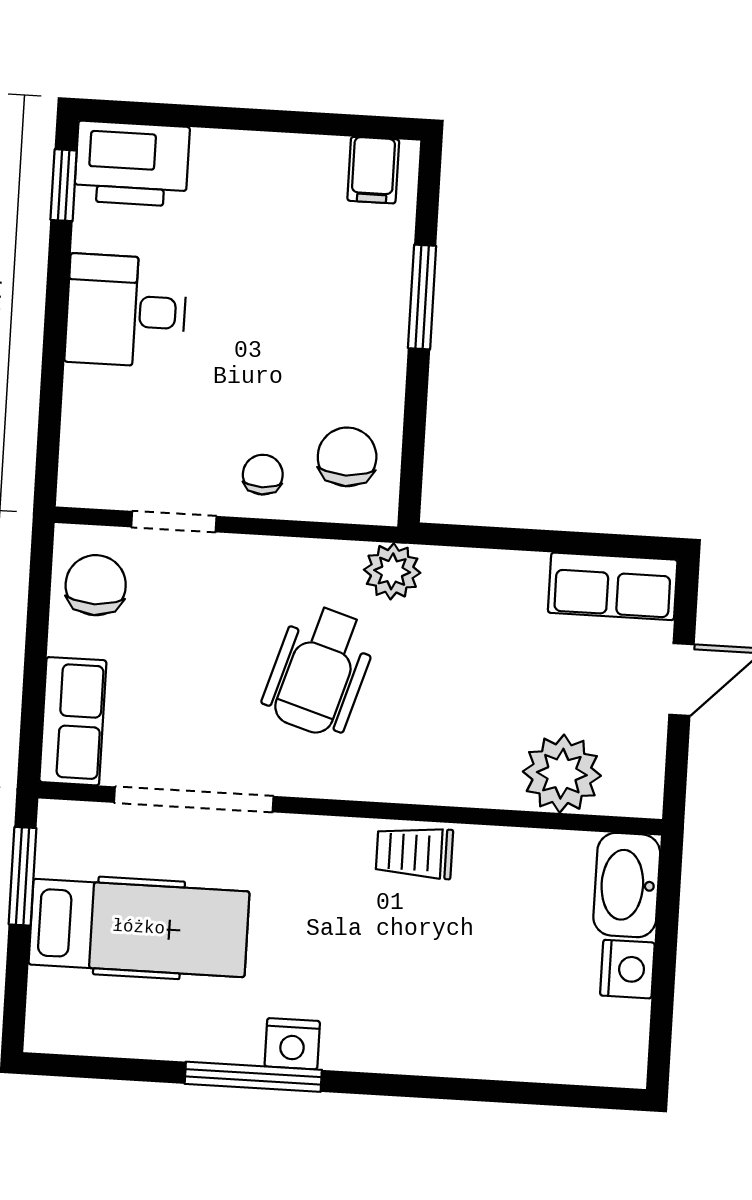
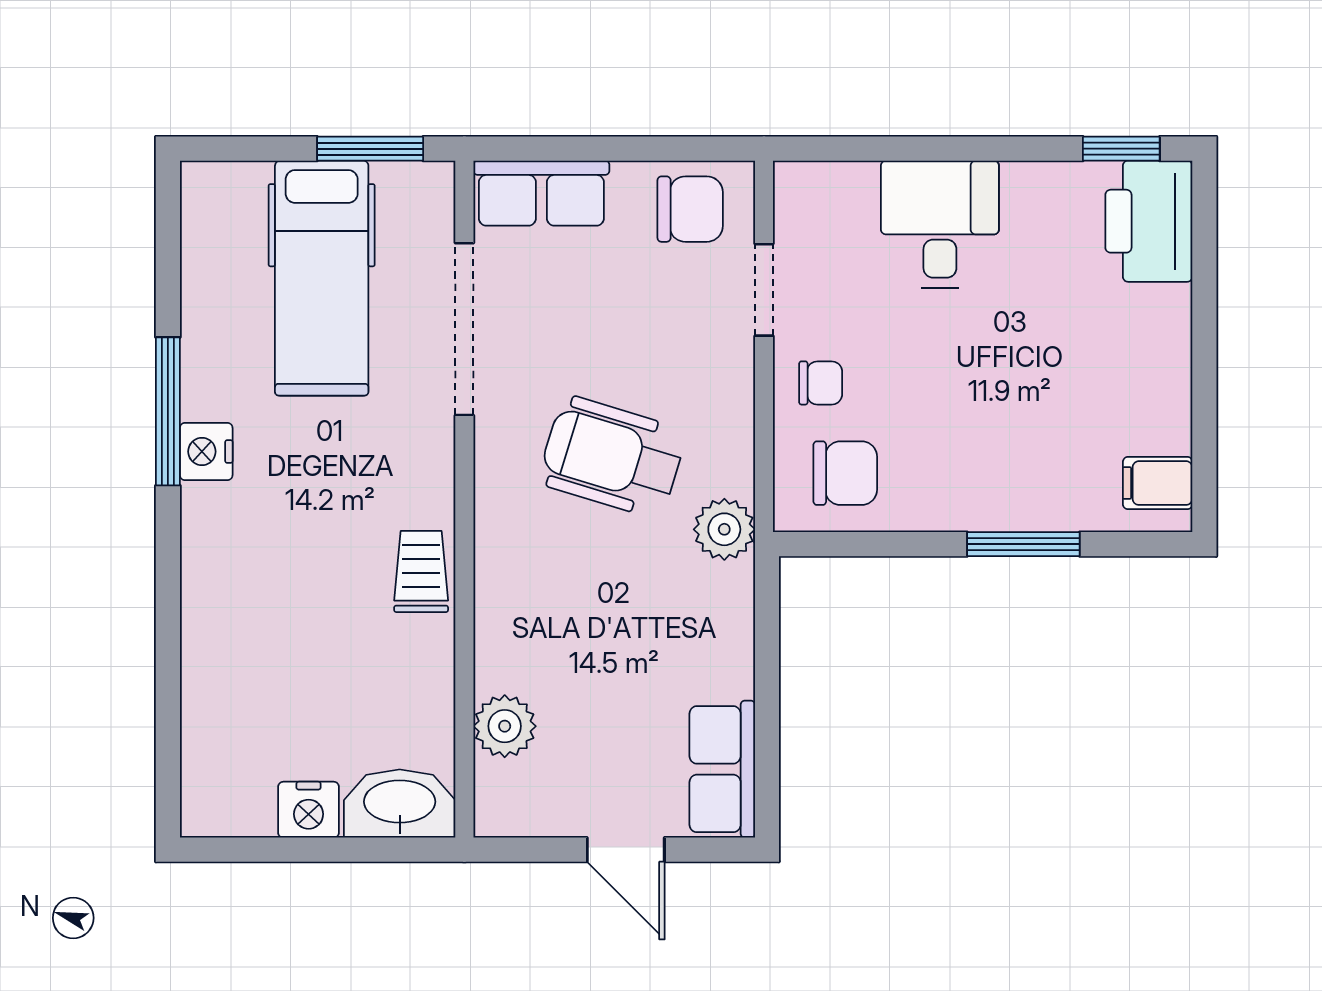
desk: (126, 311) -> (940, 224), moved
plant: (562, 774) -> (505, 726), width x0.73, depth x0.73

